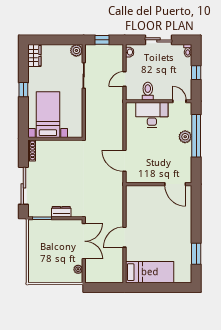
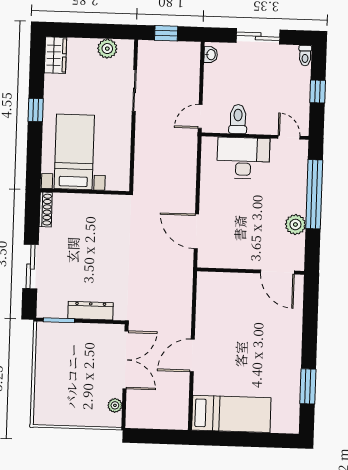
plant: (76, 50) -> (107, 49), moved
door: (125, 79) -> (200, 116), moved
plant: (185, 137) -> (295, 225), moved
sliding door: (23, 186) -> (30, 267), width x0.73
dresser: (61, 212) -> (91, 311), width x1.44

